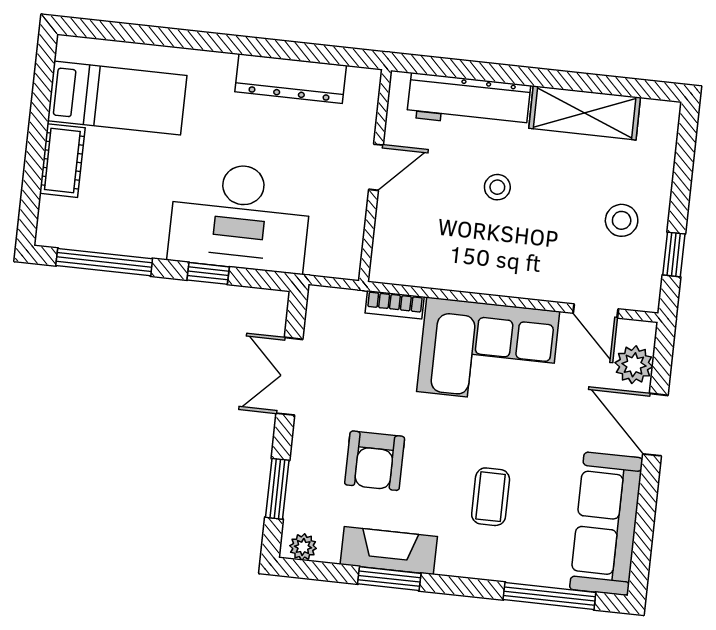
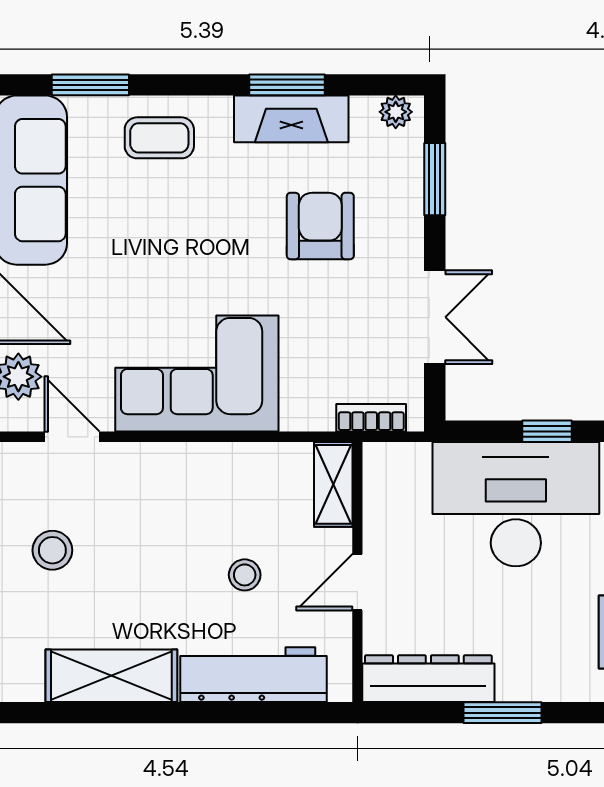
window: (269, 48) -> (503, 713), added
dresser: (291, 79) -> (428, 679), moved
stool: (497, 187) -> (245, 575), moved
shelving: (387, 249) -> (333, 484), added
bookcase: (395, 305) -> (371, 418), moved
coffee table: (491, 497) -> (159, 138), moved, turned 90
window: (549, 596) -> (90, 85), width x0.69

